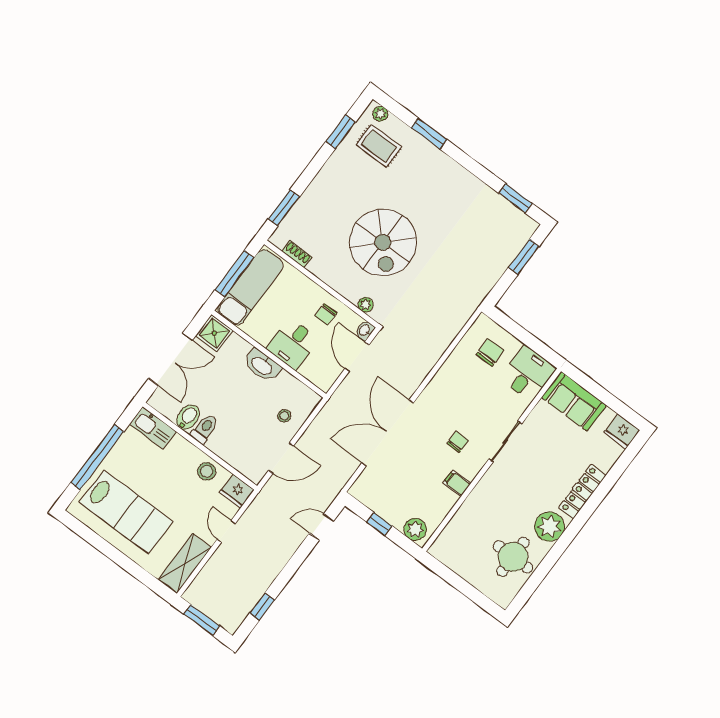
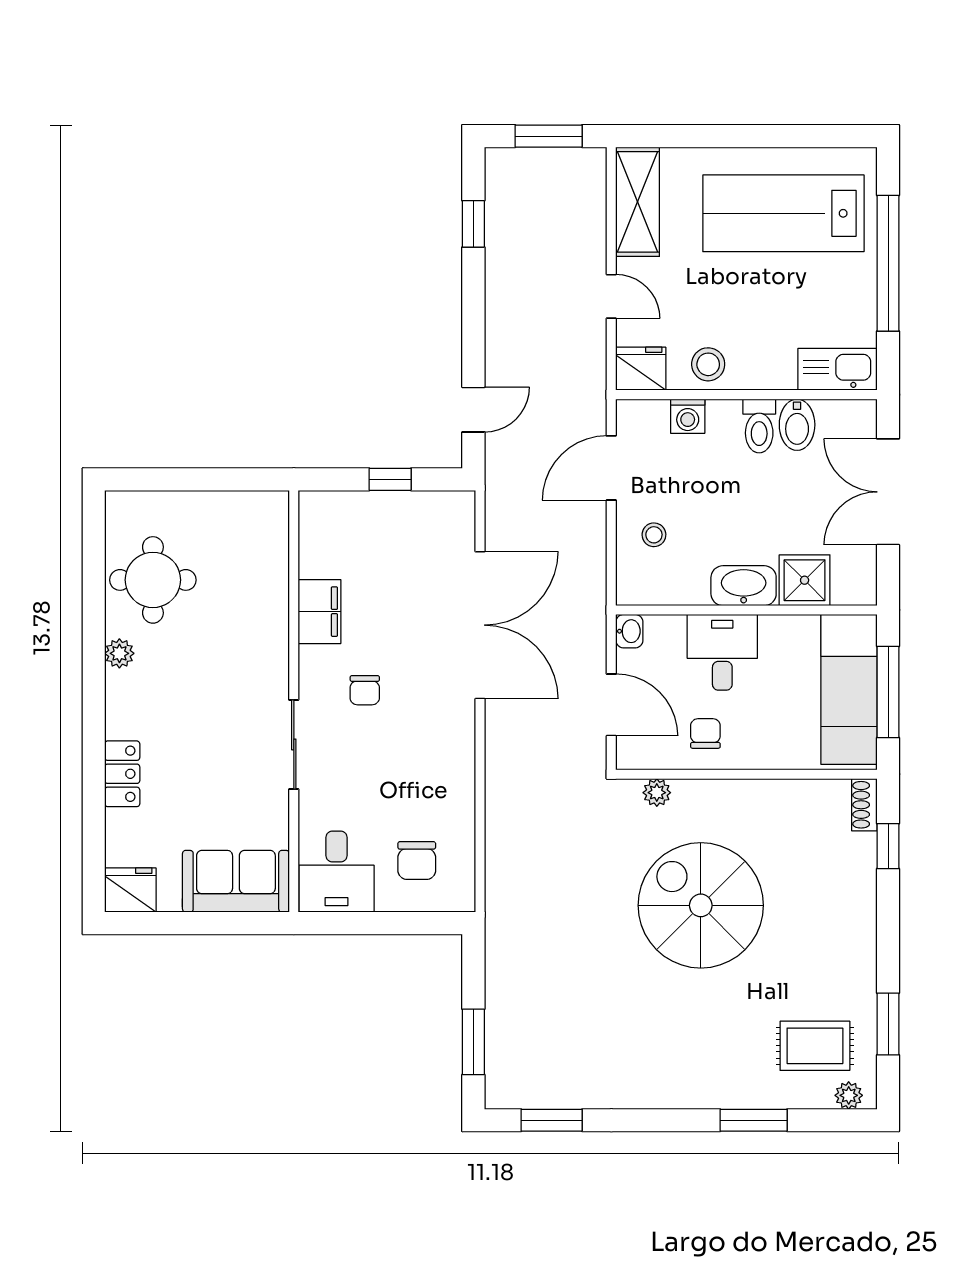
window: (284, 208) -> (888, 846), width x0.67
shoe rack: (297, 254) -> (864, 805), moved, turned 90
washbasin: (365, 330) -> (629, 631), moved
shower: (214, 333) -> (805, 580), moved
washing machine: (232, 456) -> (688, 416), added
filing cabinet: (457, 483) -> (319, 612), width x2.00
locker: (582, 492) -> (122, 774), width x0.66
plant: (549, 527) -> (119, 653), width x0.53, depth x0.53
plant: (415, 529) -> (330, 511), removed

